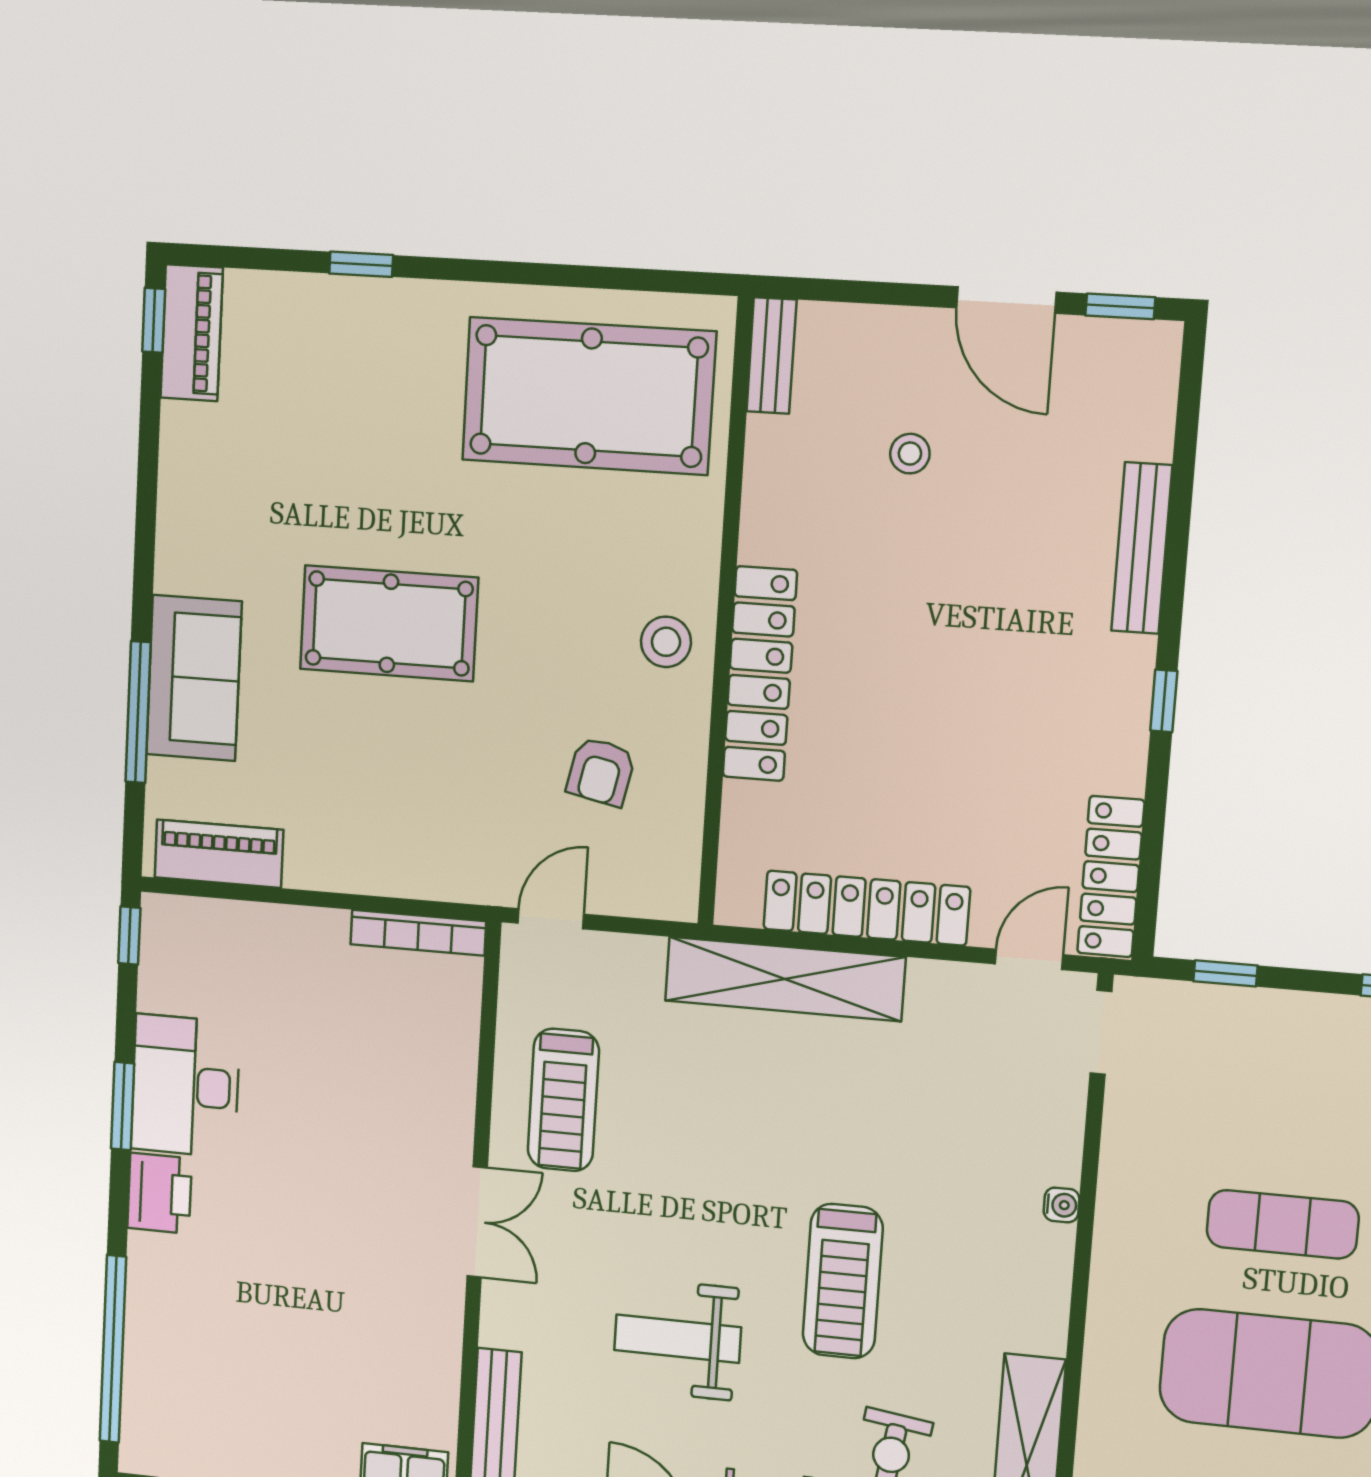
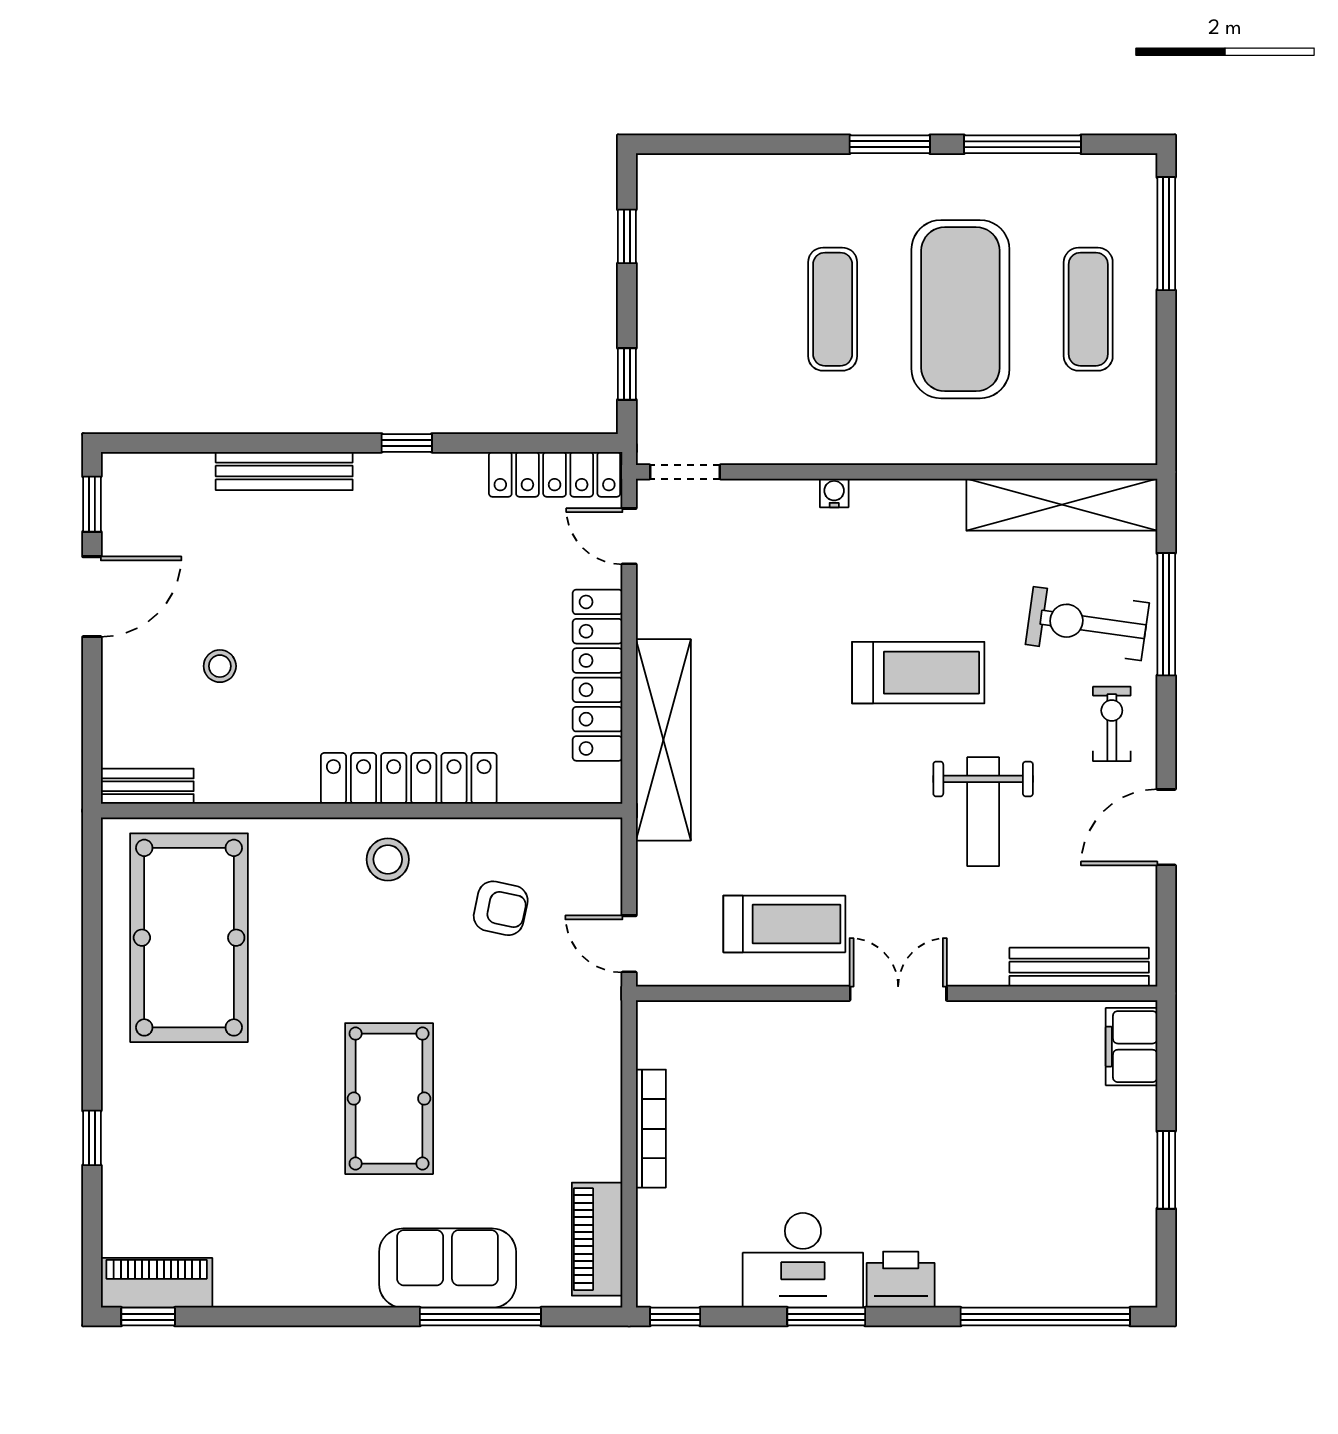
bookcase: (418, 933) -> (651, 1129), moved

